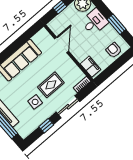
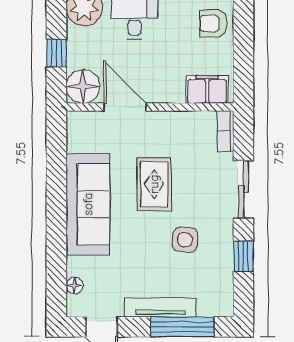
floor lamp: (56, 25) -> (83, 86), added
rug: (51, 85) -> (154, 184), moved

